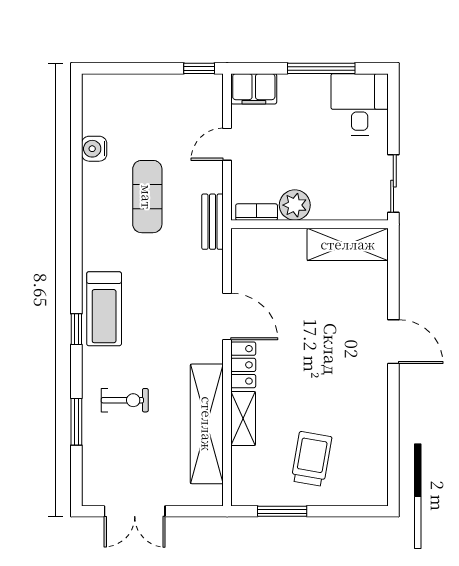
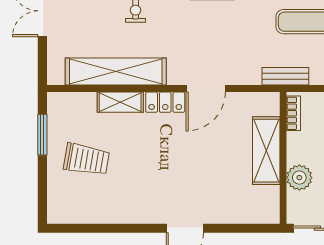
plant: (295, 205) -> (299, 178), moved
shelving: (348, 244) -> (266, 151), moved

